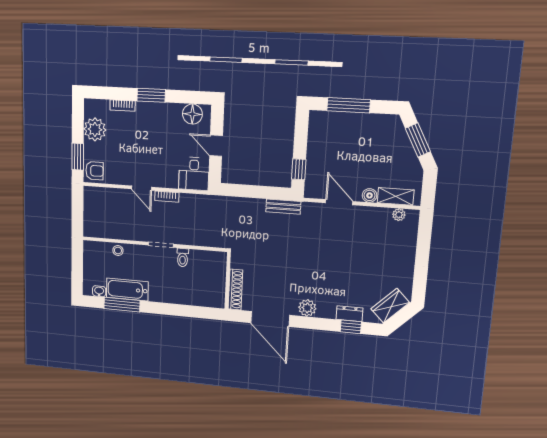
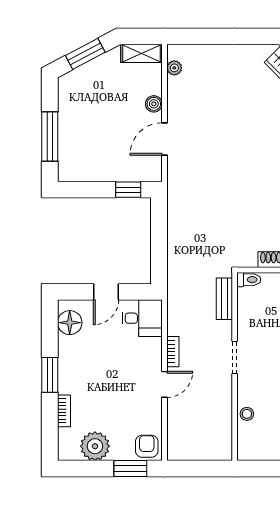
shelving: (396, 196) -> (142, 53), moved, turned 90
bench: (283, 207) -> (224, 299), moved
toilet: (183, 258) -> (249, 280), moved

